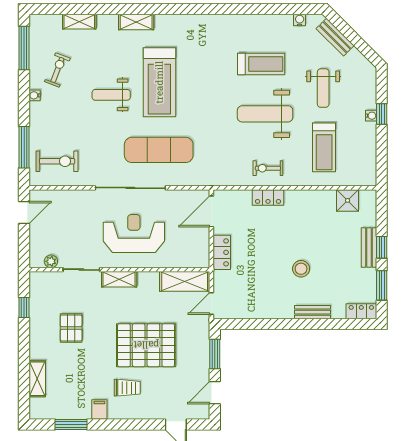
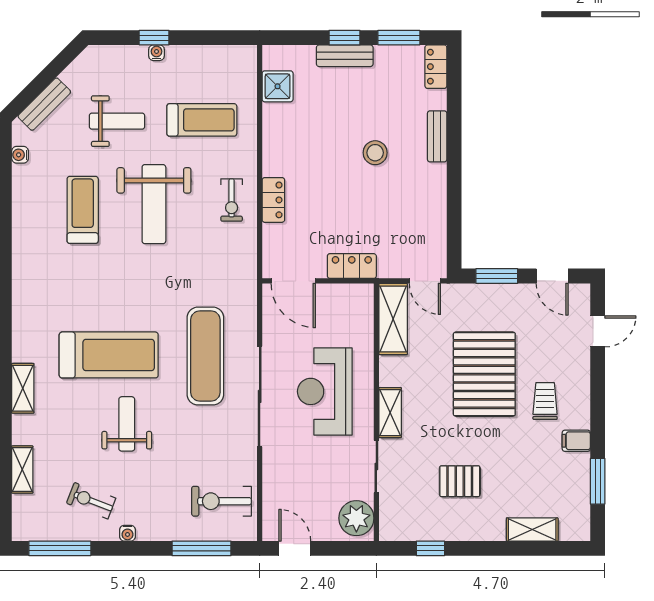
weight bench: (111, 95) -> (127, 424), turned 180
exercise bike: (57, 161) -> (222, 501), turned -90
plant: (51, 261) -> (356, 518), width x1.88, depth x1.88

